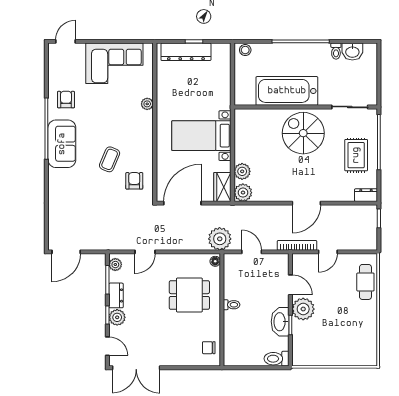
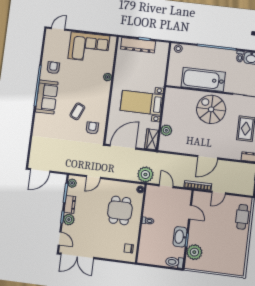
plant: (243, 193) -> (165, 145), removed
dining table: (189, 295) -> (120, 210), turned 90
plant: (303, 309) -> (194, 252), moved

